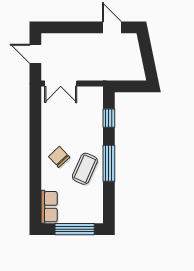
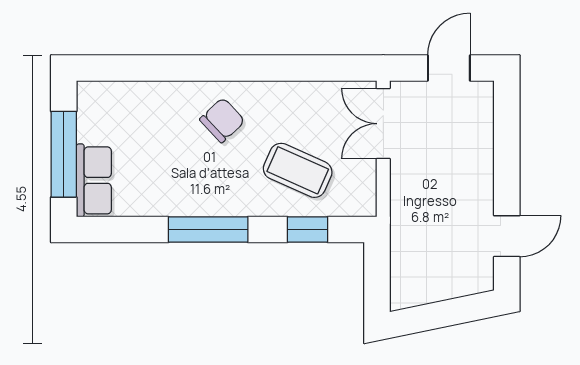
coffee table: (85, 169) -> (298, 170), moved
row of seats: (49, 207) -> (94, 180), moved, turned -90

